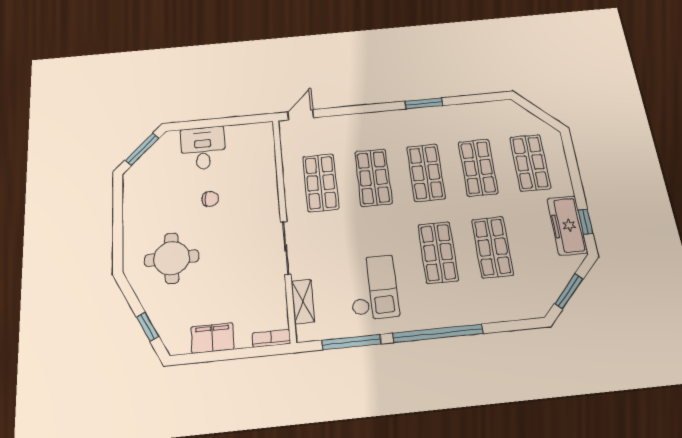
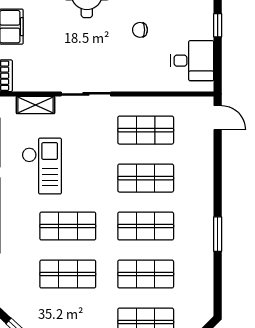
window: (202, 124) -> (218, 25), added
desk: (203, 148) -> (192, 61), moved
chair: (210, 199) -> (140, 30), turned 90
checkout: (373, 287) -> (42, 166), turned -90

